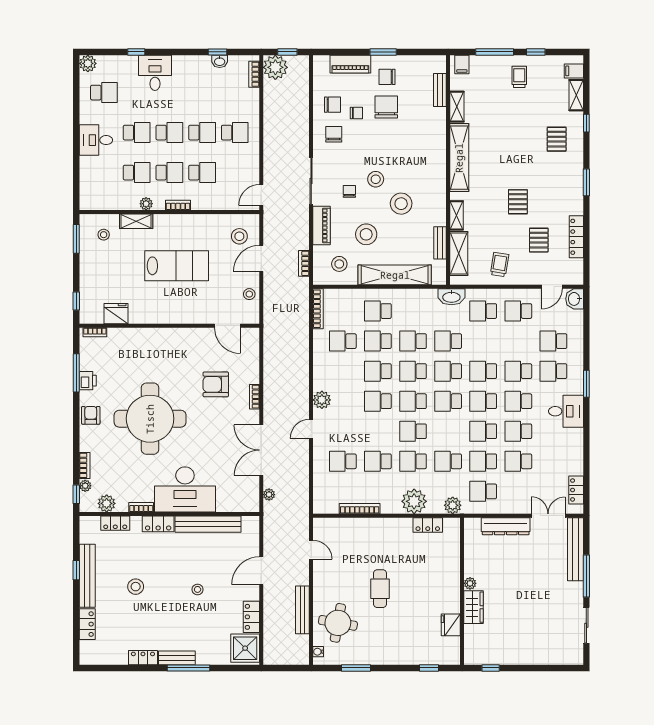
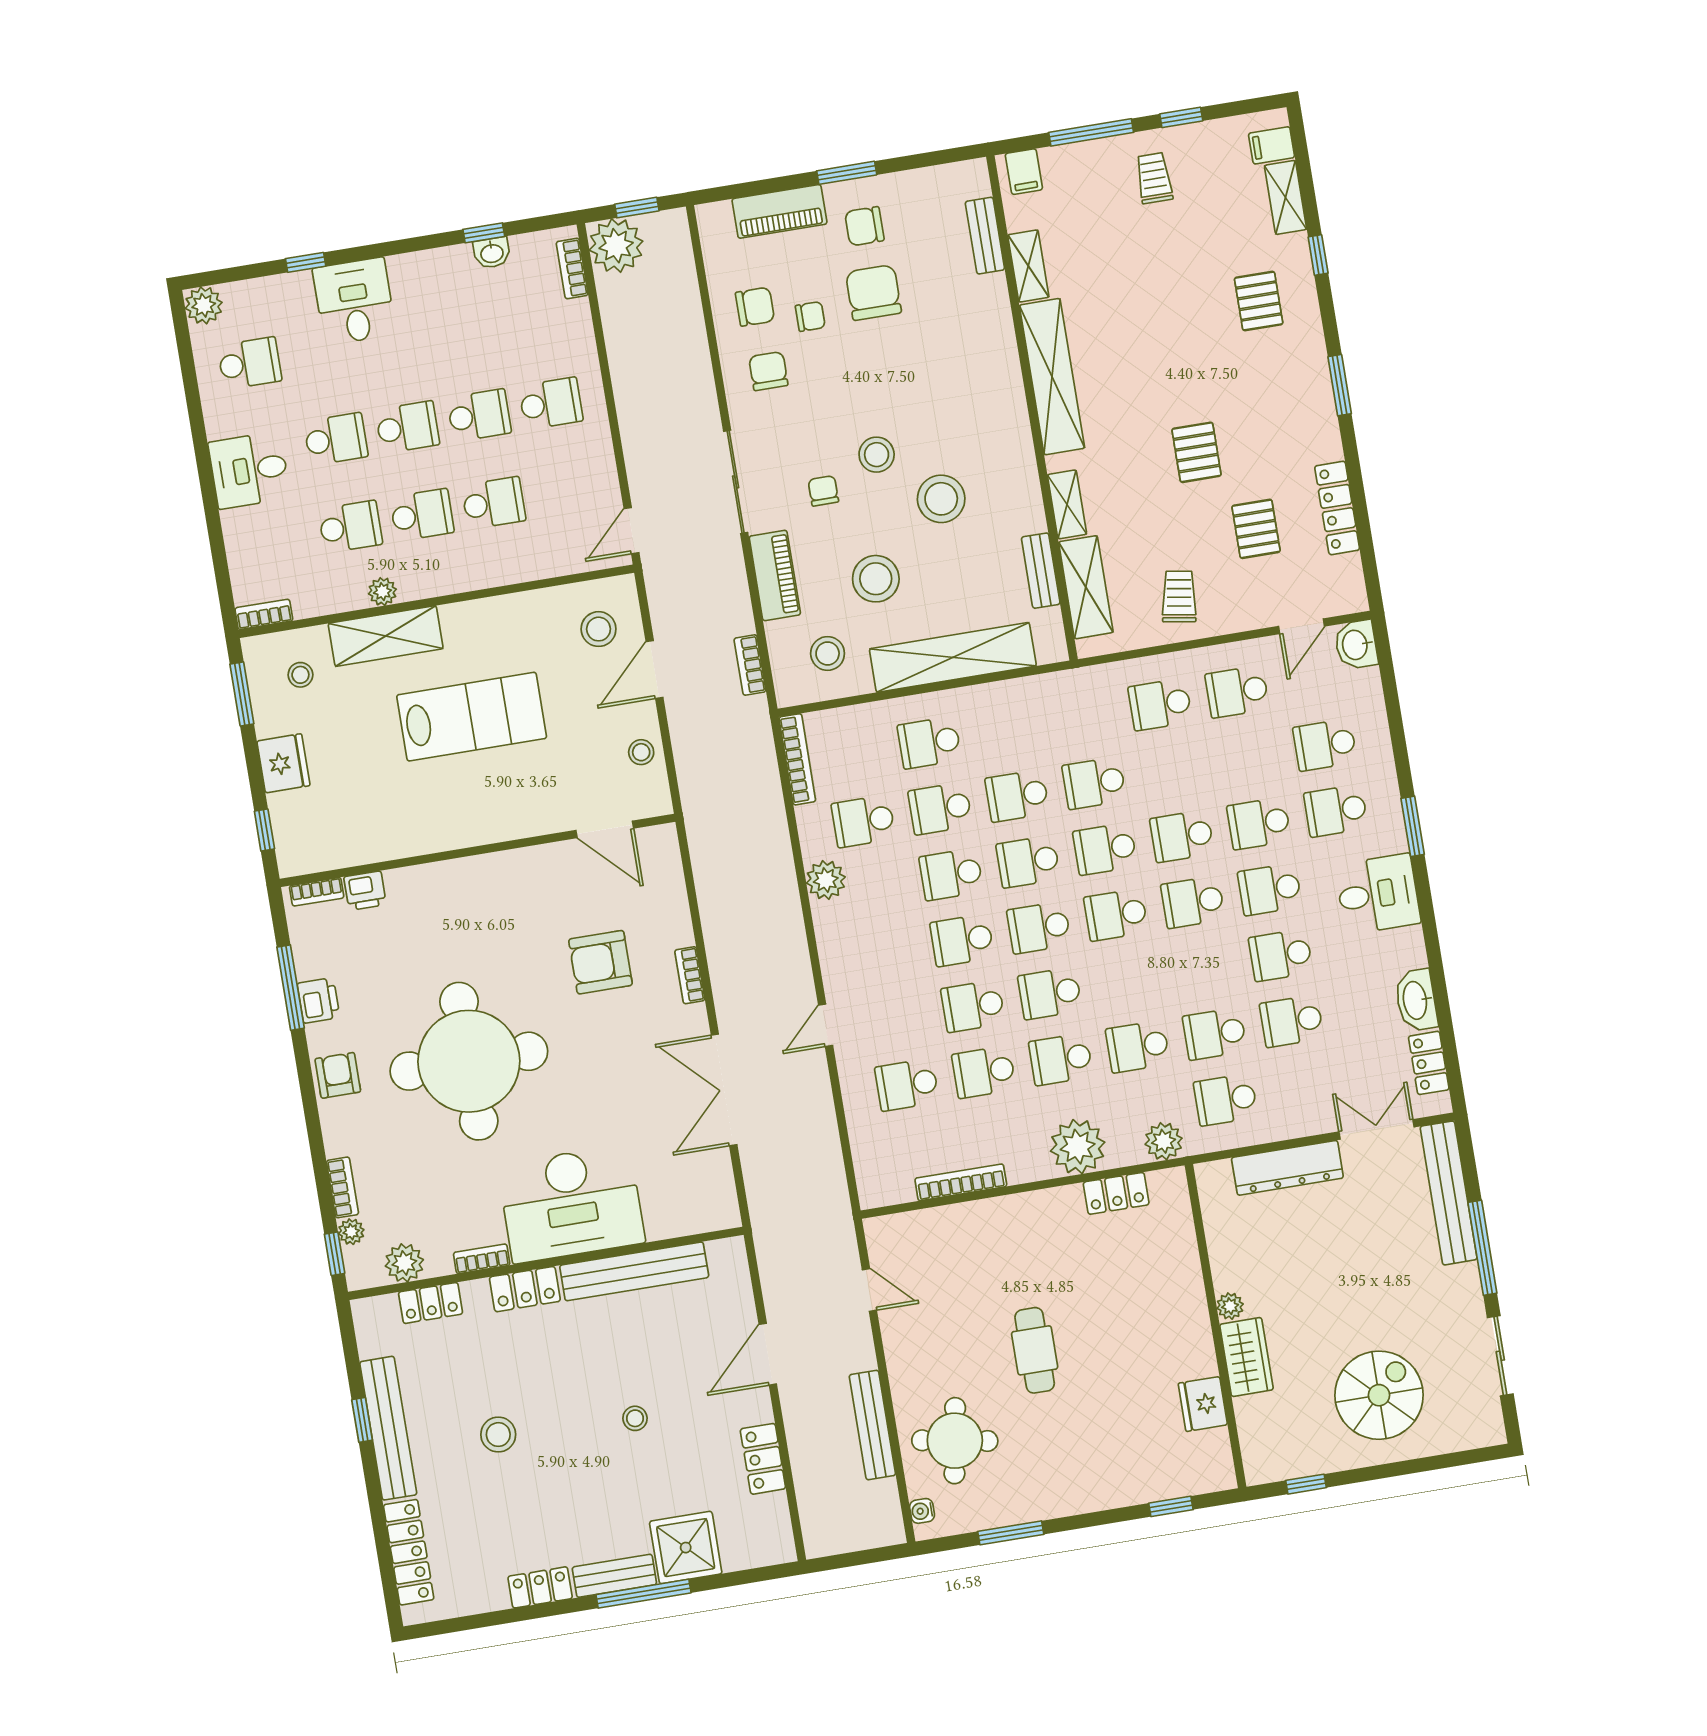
bookcase: (178, 205) -> (264, 614), moved
shelving: (136, 221) -> (386, 636), width x1.50, depth x1.33
washbasin: (451, 297) -> (1416, 1000), moved, turned 90
fridge: (116, 314) -> (283, 763), moved, turned 90
printer: (116, 335) -> (365, 891), added
plant: (322, 400) -> (826, 880), moved
school desk: (483, 431) -> (973, 1006), moved
plant: (269, 495) -> (757, 1184), removed
locker: (87, 624) -> (409, 1552), width x1.53
spiral stairs: (530, 634) -> (1379, 1395), added
shower: (245, 648) -> (686, 1548), moved

